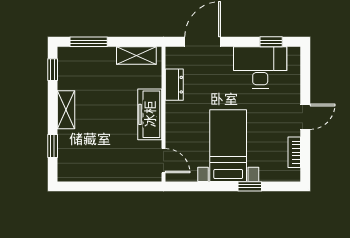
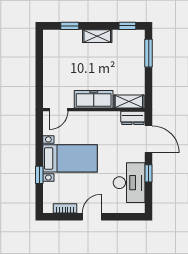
window: (271, 42) -> (149, 173), moved
shelving: (136, 55) -> (129, 101), moved, turned 90
dresser: (174, 85) -> (133, 118), moved
door: (305, 117) -> (92, 217), swing flipped

